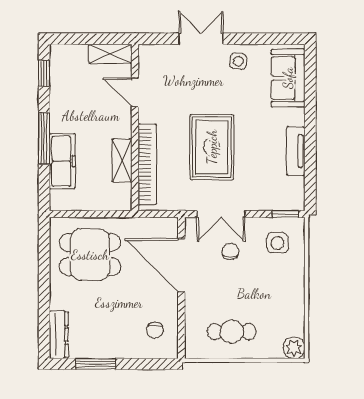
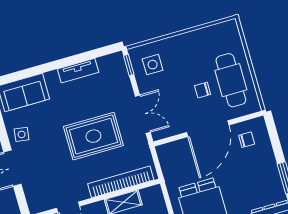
chair: (230, 252) -> (203, 90), moved
door: (181, 265) -> (208, 129), moved
cafe table: (232, 332) -> (231, 80), width x1.37, depth x1.35
plant: (294, 348) -> (230, 29), removed

